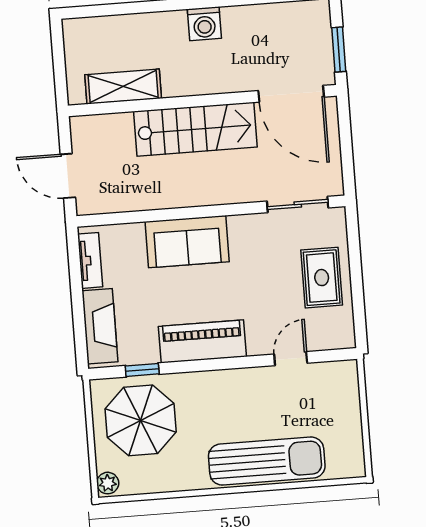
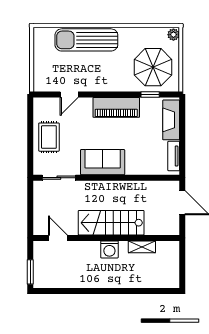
washing machine: (204, 24) -> (109, 249), moved, turned 180
window: (339, 50) -> (30, 272), moved
shelving: (123, 86) -> (142, 247), width x0.67, depth x0.75
door: (291, 94) -> (58, 238), width x0.53
sofa: (187, 242) -> (103, 162), moved

